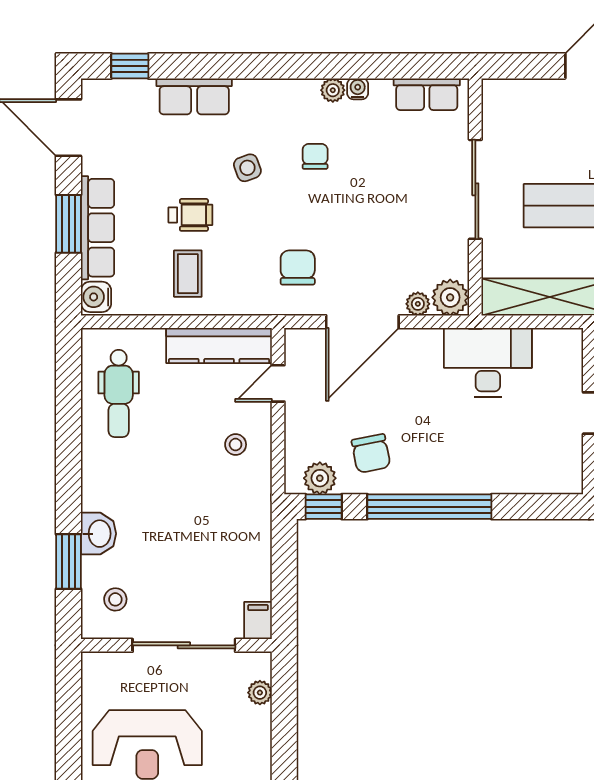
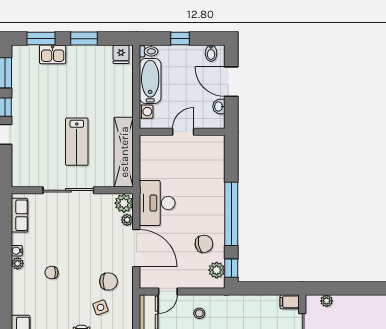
side table: (247, 168) -> (100, 307), moved
chair: (298, 268) -> (109, 281), turned 180
desk: (488, 362) -> (157, 203), moved
door: (278, 383) -> (168, 291), hinge flipped

